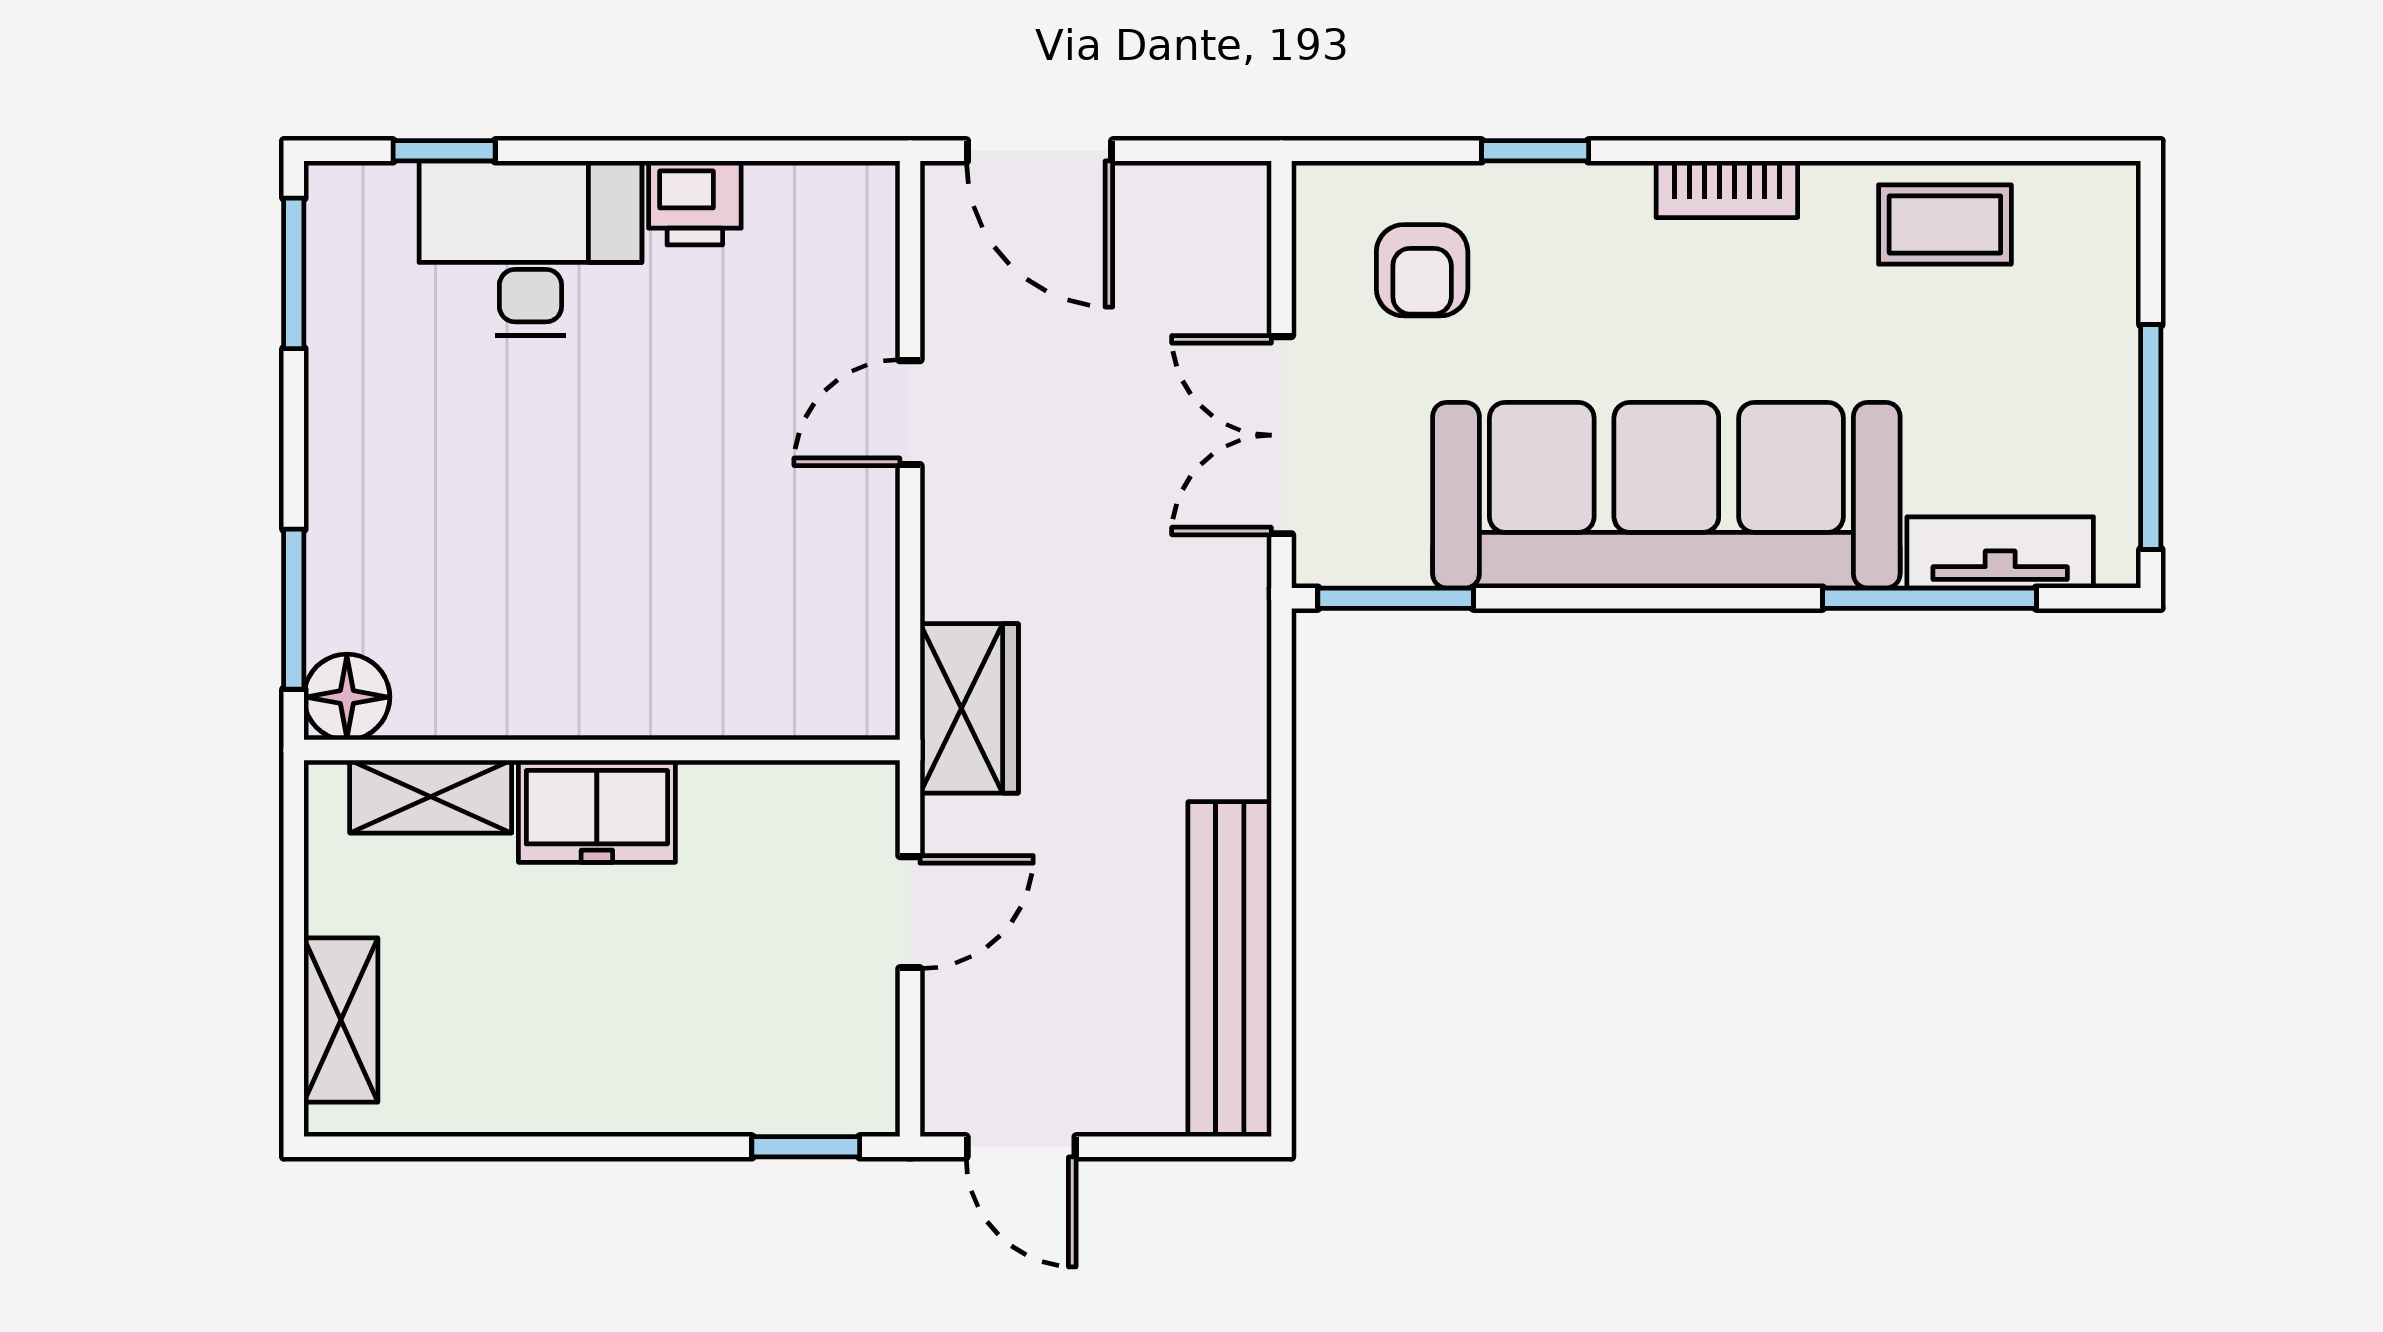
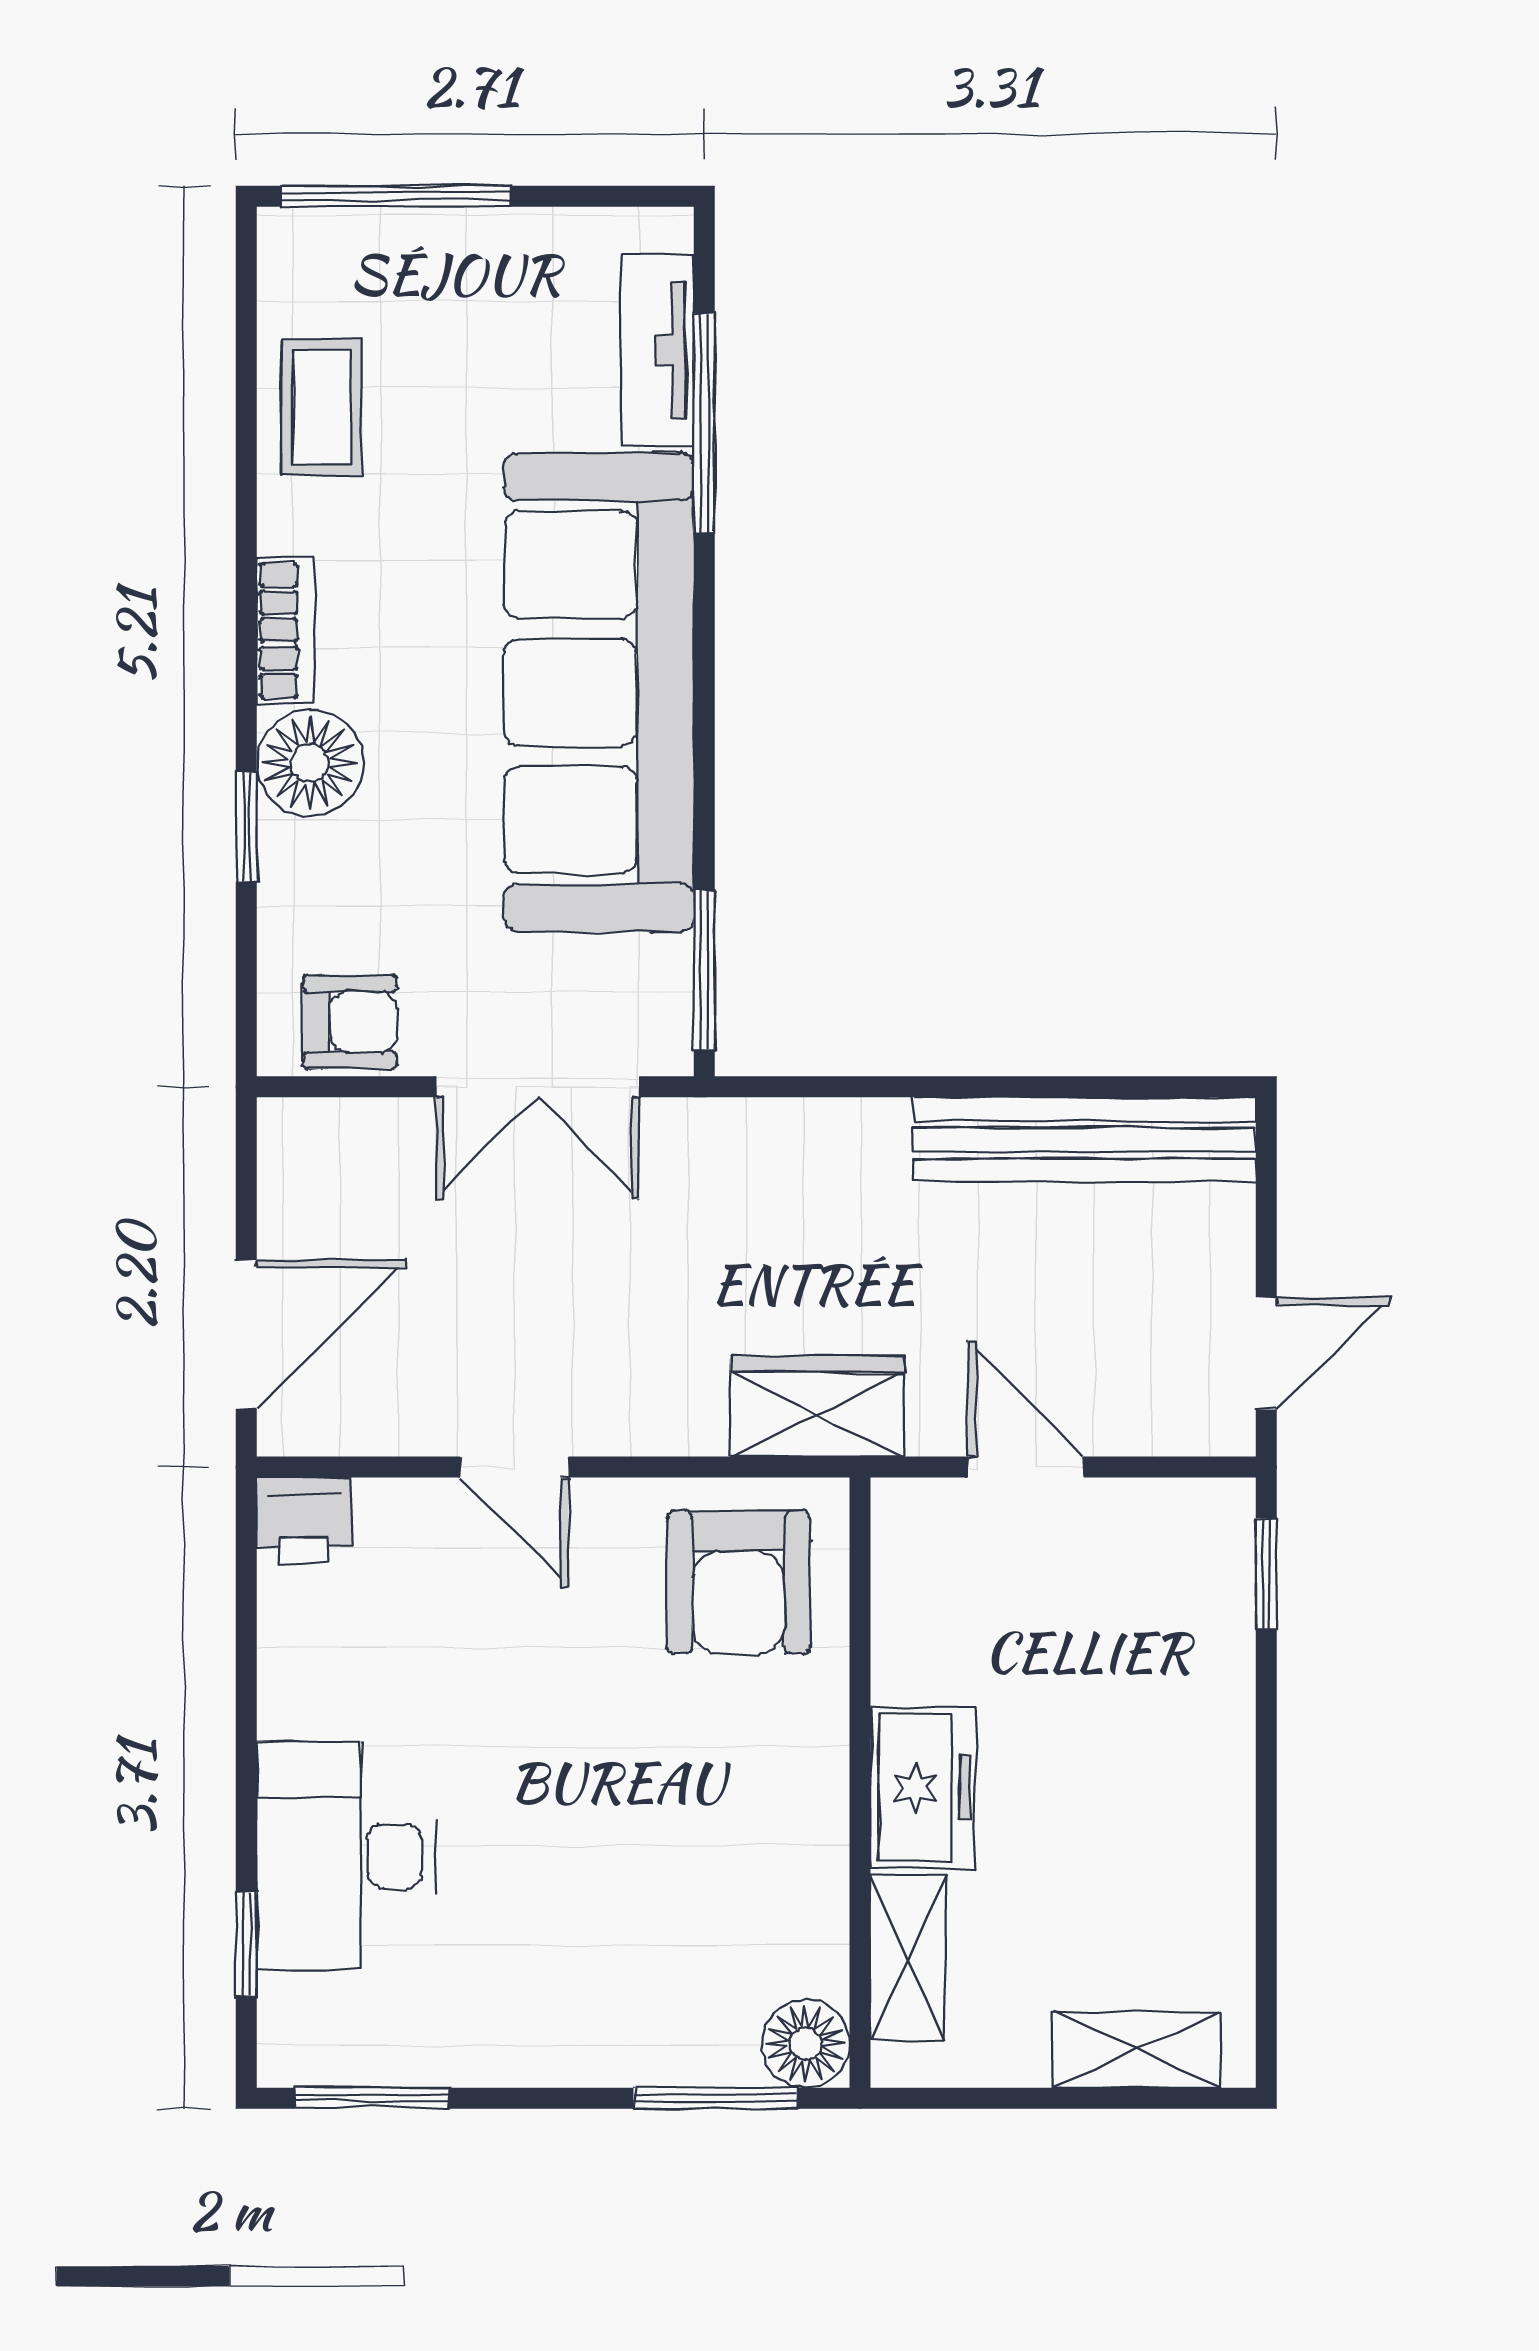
printer: (695, 203) -> (304, 1520), moved, turned 90
floor lamp: (1597, 213) -> (310, 763), added
armchair: (1422, 270) -> (350, 1022), moved
window: (2151, 437) -> (396, 196), moved
armchair: (797, 631) -> (738, 1582), added

